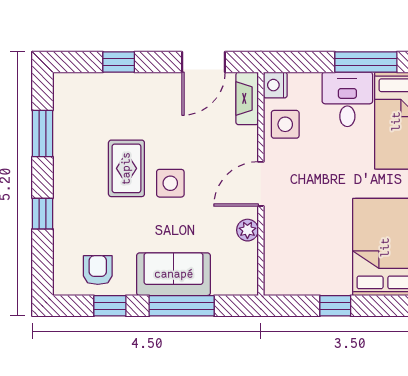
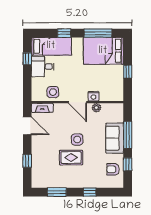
window: (366, 62) -> (27, 59), width x0.46
nightstand: (275, 85) -> (94, 96), moved

